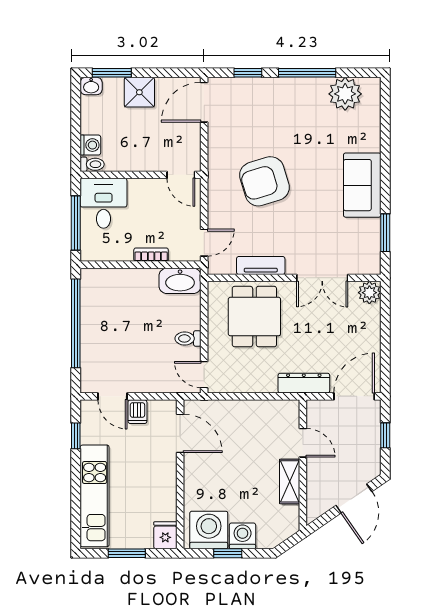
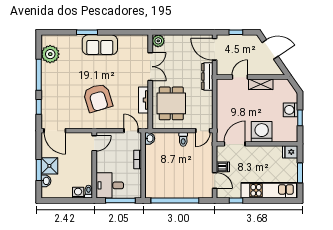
window: (112, 73) -> (39, 170), moved
washbasin: (91, 86) -> (46, 181), moved
window: (385, 233) -> (87, 32), moved
washbasin: (180, 281) -> (150, 138), width x0.52, depth x0.69
dining table: (254, 317) -> (171, 103), turned 90
door: (112, 396) -> (215, 181), hinge flipped
washing machine: (209, 530) -> (262, 132), moved, turned 90

